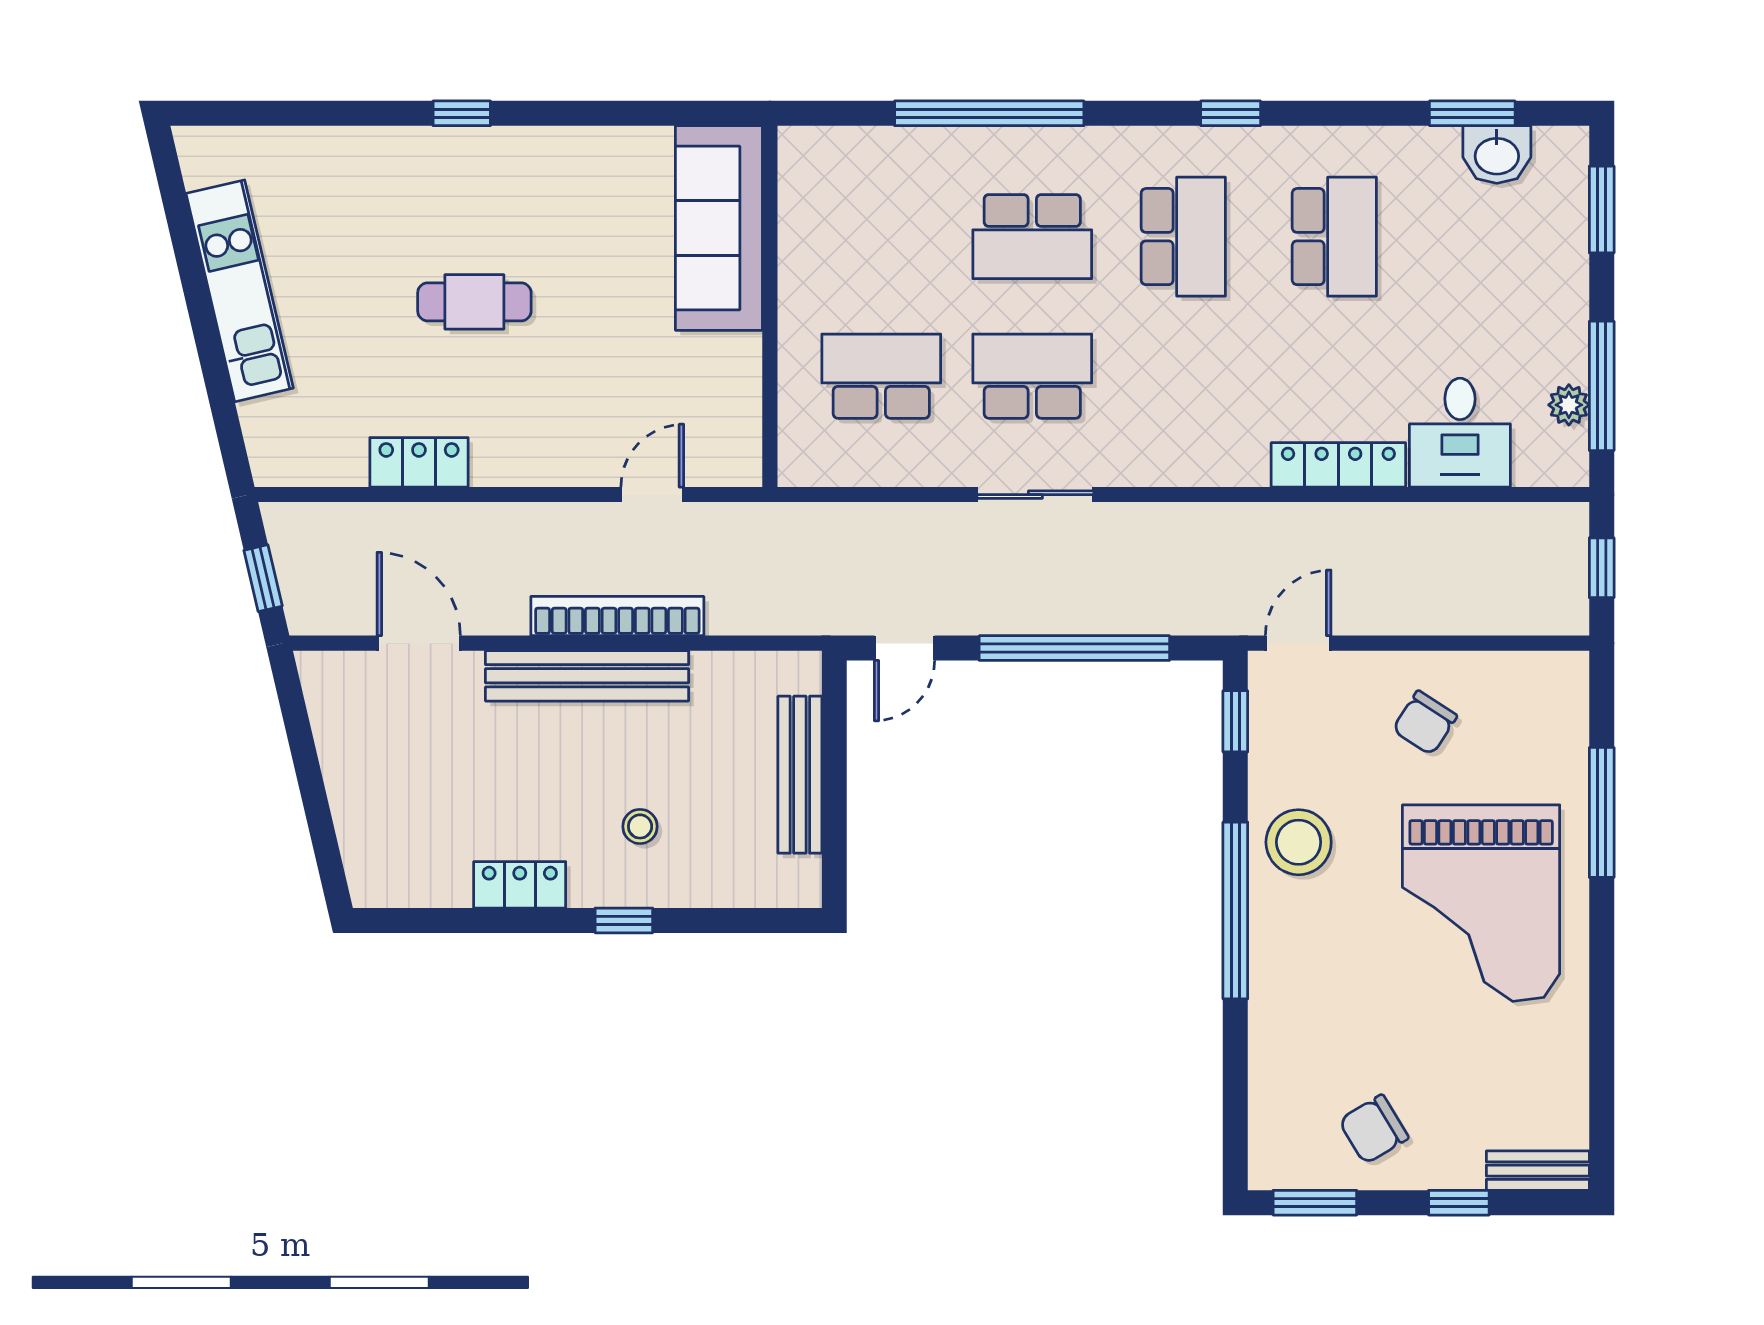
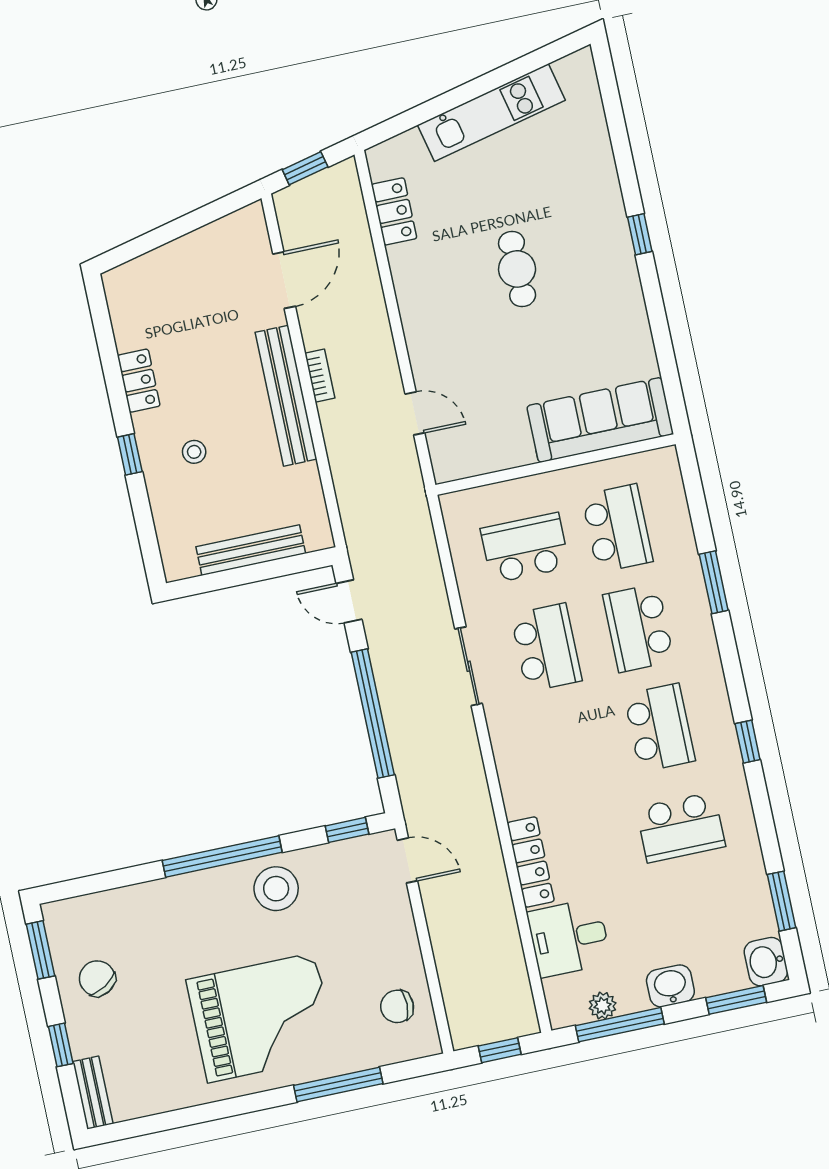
window: (989, 113) -> (714, 582), width x0.47
washbasin: (1497, 154) -> (766, 962), moved
school desk: (881, 237) -> (617, 528), added
school desk: (1183, 237) -> (660, 728), turned -90
washbasin: (1561, 300) -> (670, 986), added
school desk: (881, 376) -> (525, 548), turned -90
locker: (419, 462) -> (394, 211), moved
bookcase: (617, 616) -> (320, 376), width x0.43, depth x0.76
chair: (1425, 723) -> (397, 1006), moved, turned -33
grand piano: (1481, 903) -> (261, 1018), turned 180

